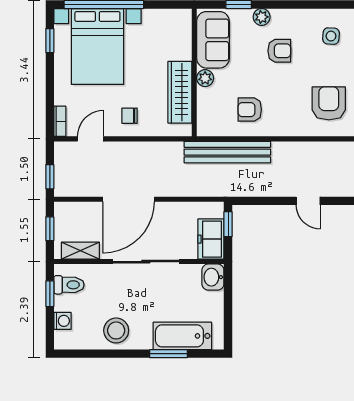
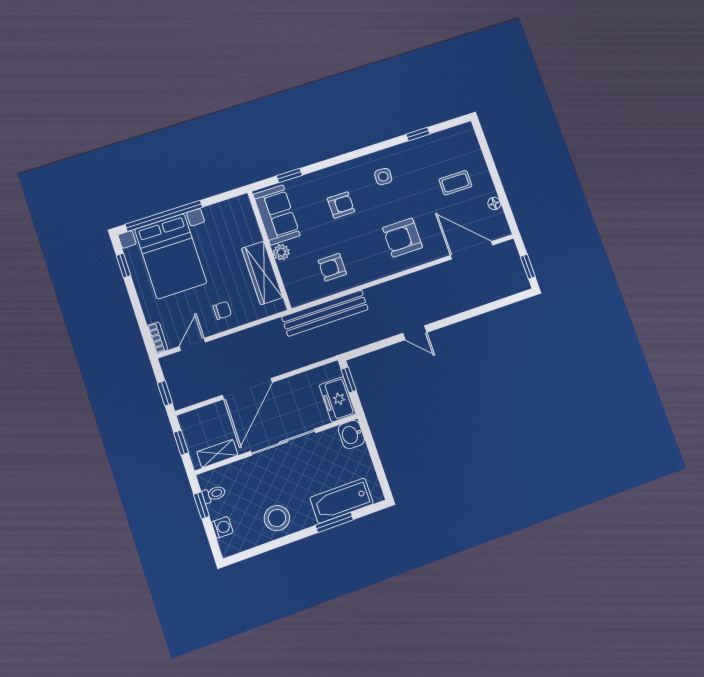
plant: (262, 17) -> (314, 180), removed
armchair: (329, 103) -> (402, 238), turned -90
chair: (130, 116) -> (222, 310), turned 180
toilet: (69, 285) -> (214, 494), width x0.73, depth x0.72

